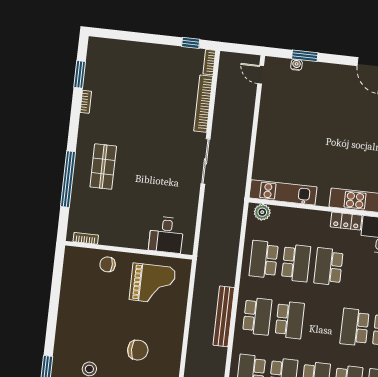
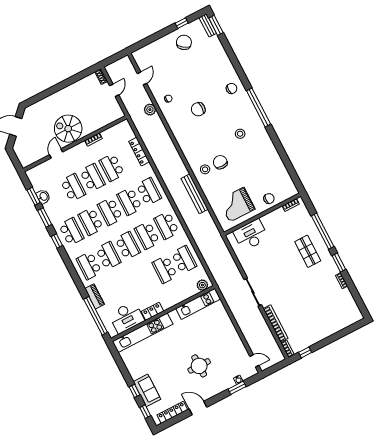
window: (80, 74) -> (339, 262), moved
round table: (334, 114) -> (199, 366), added
desk: (166, 235) -> (251, 235), width x1.37
school desk: (329, 267) -> (128, 246), moved
bench: (224, 316) -> (195, 194), moved
chair: (138, 350) -> (220, 162), turned 90
stool: (163, 354) -> (205, 169), added

